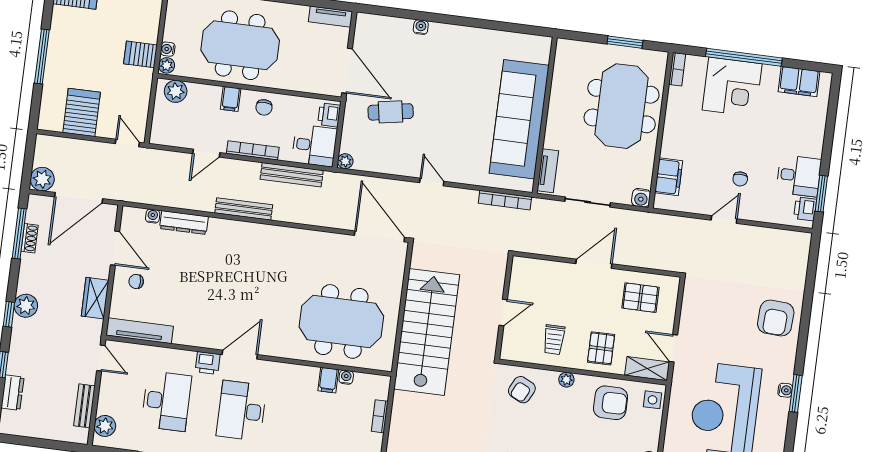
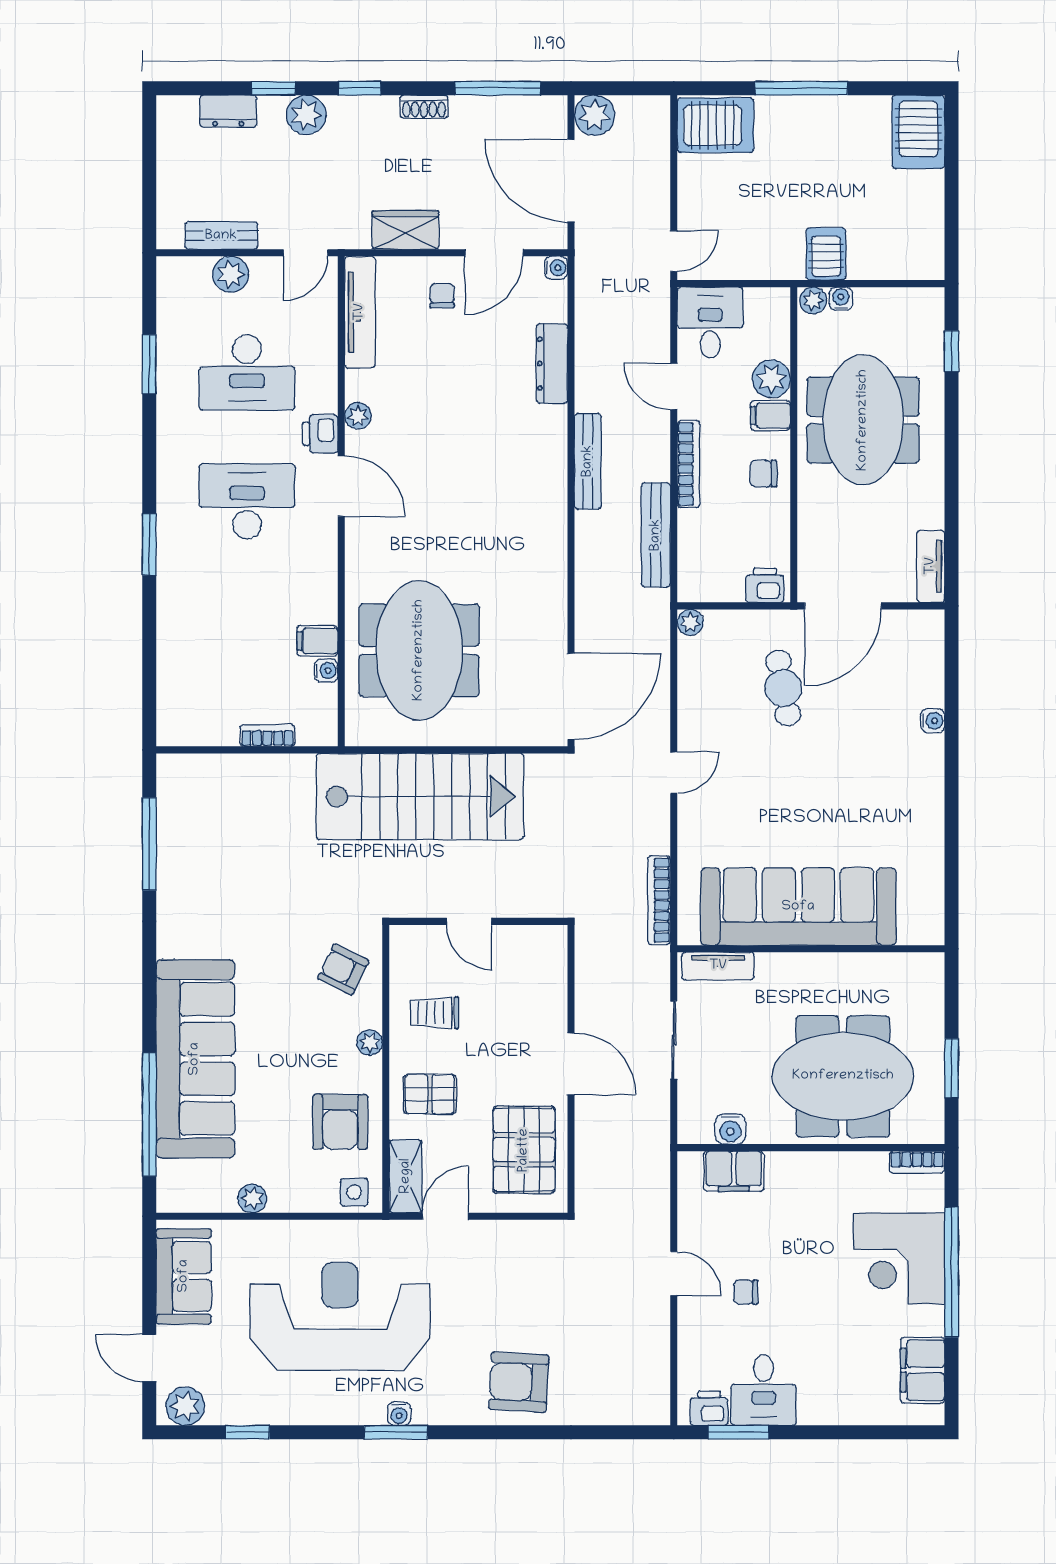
plant: (176, 91) -> (771, 379), moved
server rack: (82, 112) -> (715, 125), moved
desk: (314, 145) -> (710, 323), moved, turned 180
water cooler: (641, 198) -> (730, 1129), moved, turned -90
water cooler: (153, 216) -> (556, 268), moved
shoe rack: (30, 238) -> (424, 107), moved
pallet: (640, 298) -> (524, 1150), width x1.50, depth x1.42
plant: (26, 306) -> (306, 115), moved
plant: (200, 340) -> (358, 416), added
plant: (105, 426) -> (231, 274), moved

